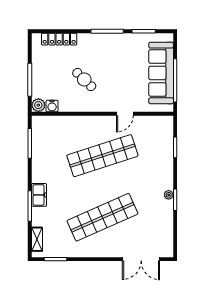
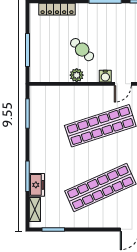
plant: (38, 105) -> (77, 75), moved
water cooler: (52, 106) -> (105, 76), moved
freezer: (39, 195) -> (37, 185), moved

